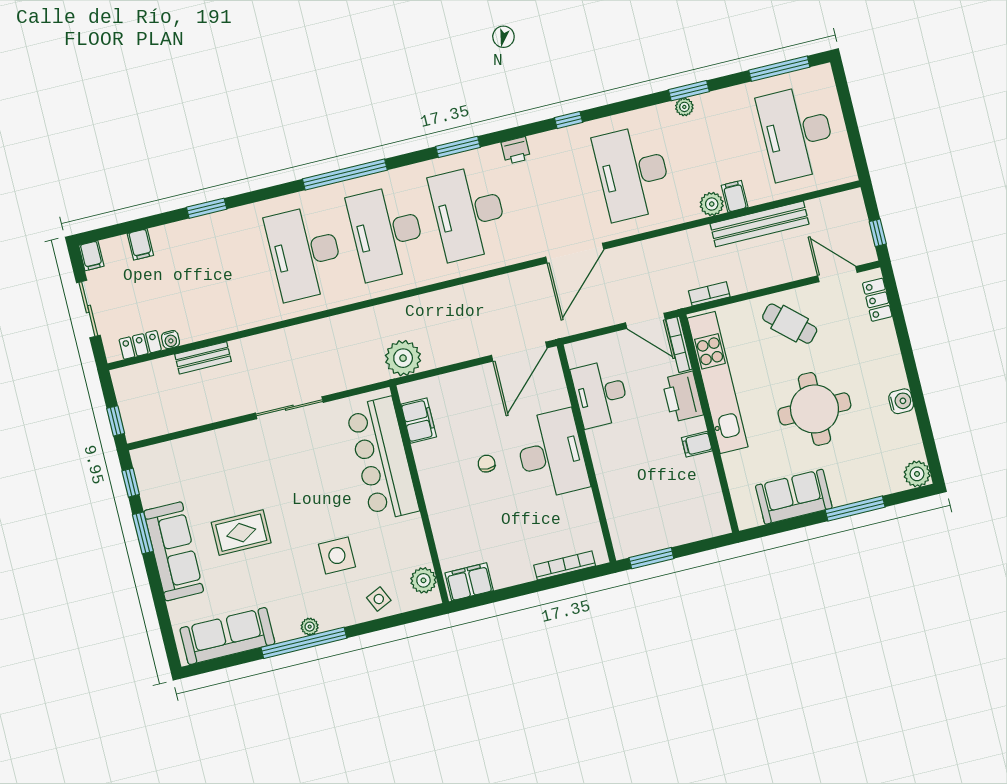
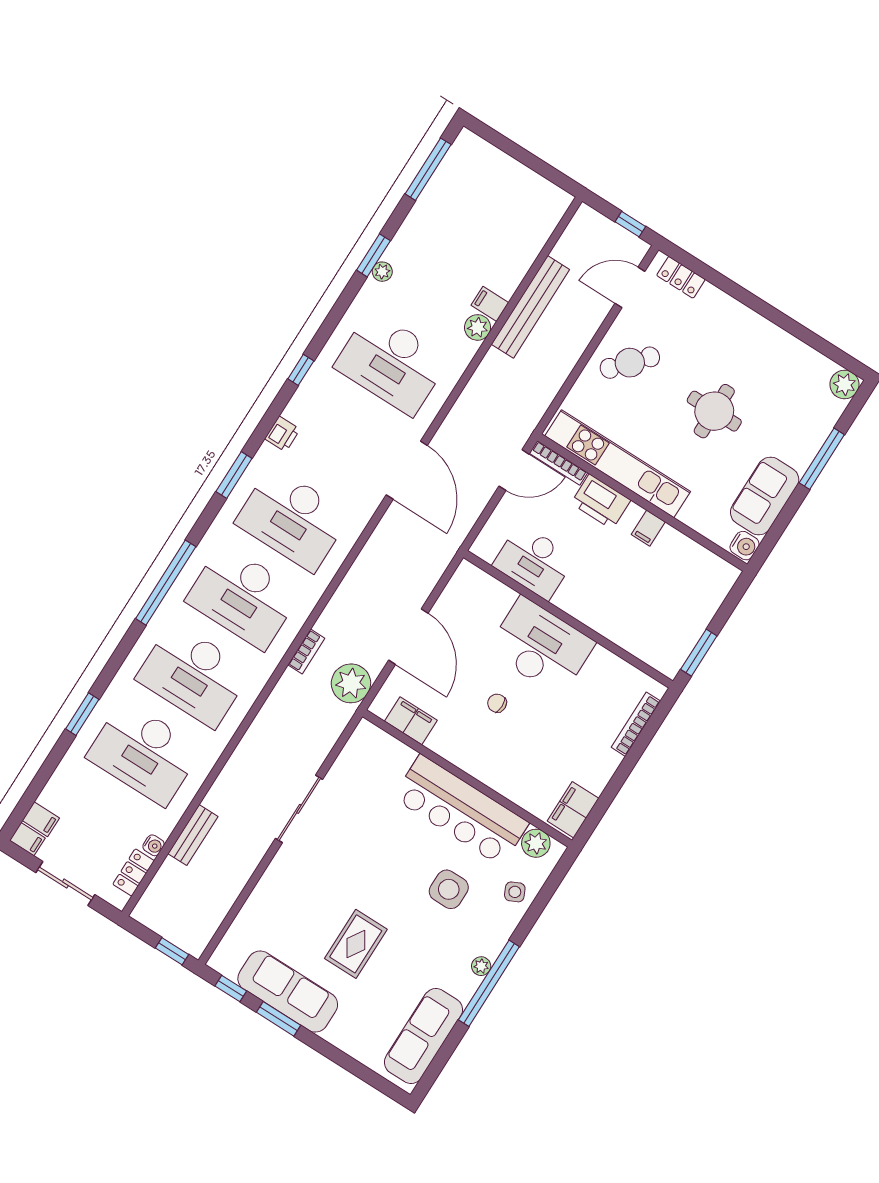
desk: (797, 133) -> (144, 753), moved
filing cabinet: (140, 244) -> (41, 819), moved
bookcase: (709, 294) -> (306, 652), moved, turned 180
door: (519, 352) -> (408, 637), moved
water cooler: (901, 401) -> (745, 546), moved, turned 90
round table: (814, 409) -> (714, 411), width x0.73, depth x0.73
bar counter: (382, 459) -> (461, 810), moved
sofa: (174, 551) -> (288, 992), moved

